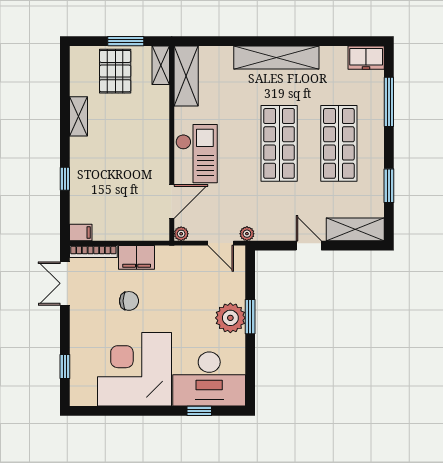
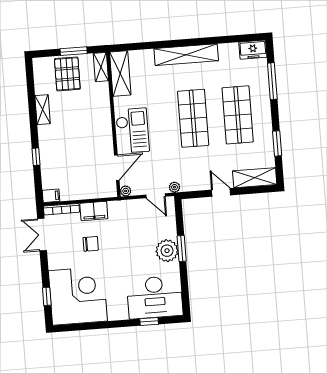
corner desk: (135, 369) -> (78, 296), moved, turned 90

